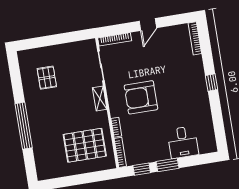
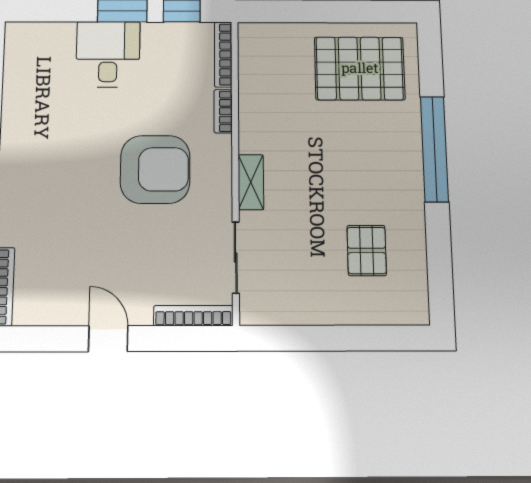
door: (148, 24) -> (108, 339), hinge flipped
desk: (183, 142) -> (108, 54), moved
pallet: (85, 145) -> (360, 68), moved

